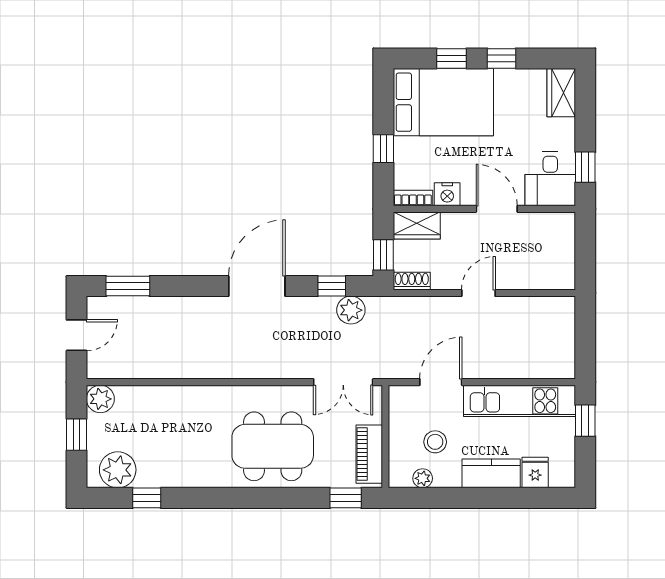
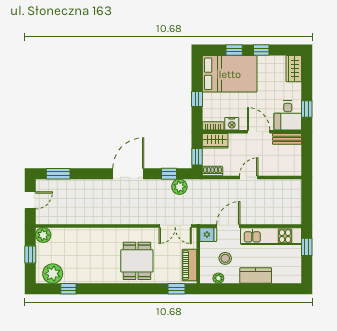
bench: (549, 222) -> (287, 139), added
dining table: (273, 446) -> (137, 261), width x0.73
fridge: (535, 473) -> (208, 235), moved, turned 90

